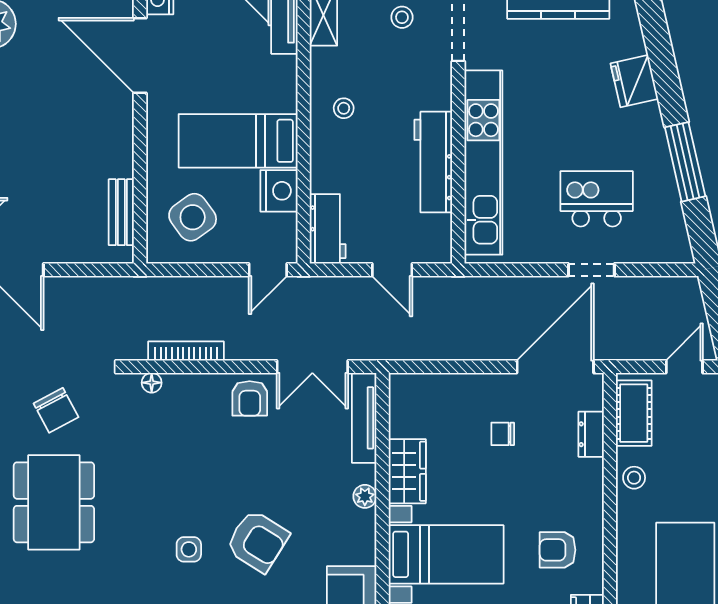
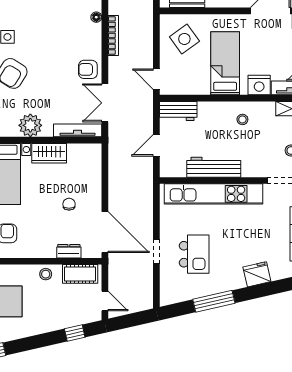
nightstand: (279, 191) -> (259, 85), moved
plant: (365, 496) -> (30, 125), width x1.88, depth x1.88

